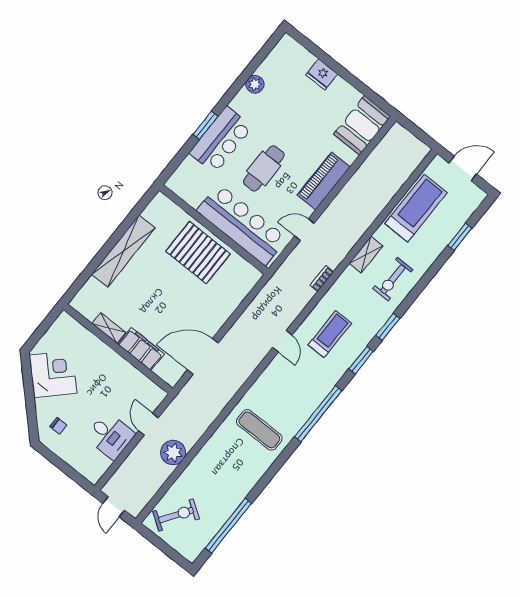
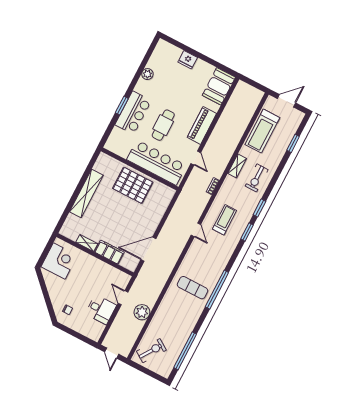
treadmill: (416, 208) -> (262, 131), turned 180
door: (304, 230) -> (196, 158), swing flipped
corner desk: (53, 374) -> (59, 261), moved, turned 45
window: (318, 414) -> (217, 290), moved

